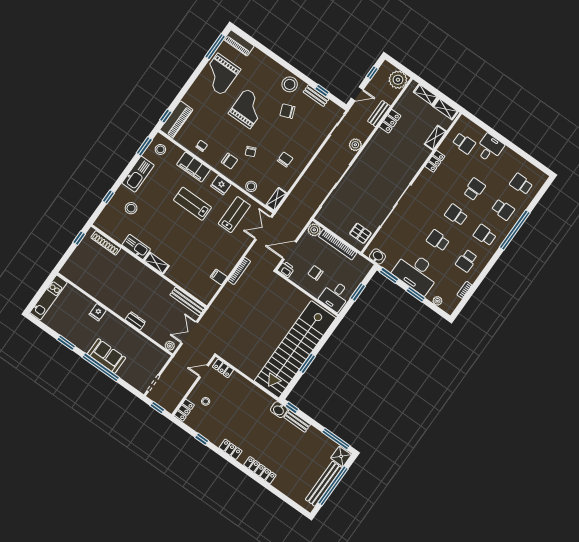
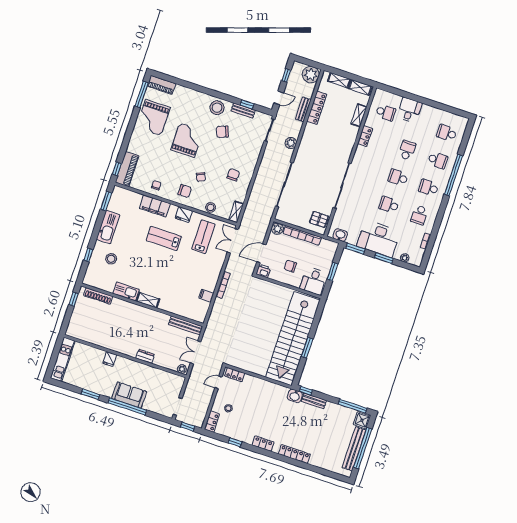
locker: (390, 121) -> (317, 108), width x1.53
stool: (160, 149) -> (121, 199), removed

